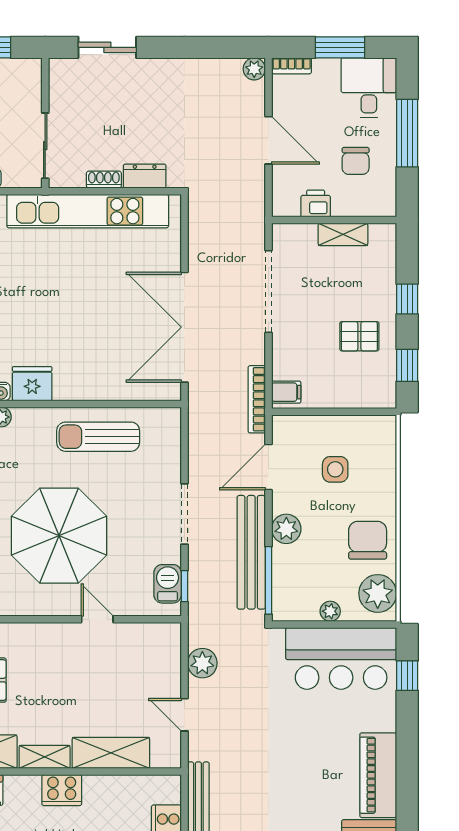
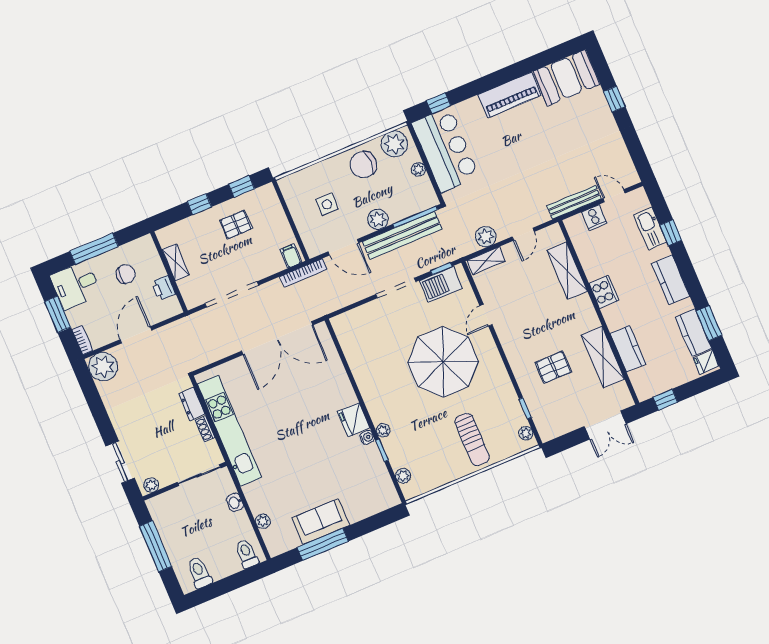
plant: (254, 69) -> (103, 367), width x1.88, depth x1.88
plant: (59, 76) -> (151, 485), added
pallet: (359, 336) -> (236, 225), turned 90
sun lounger: (98, 437) -> (370, 364), removed
barbecue: (168, 584) -> (441, 284), width x1.38, depth x1.27
shelving: (45, 757) -> (486, 261), moved, turned 90

